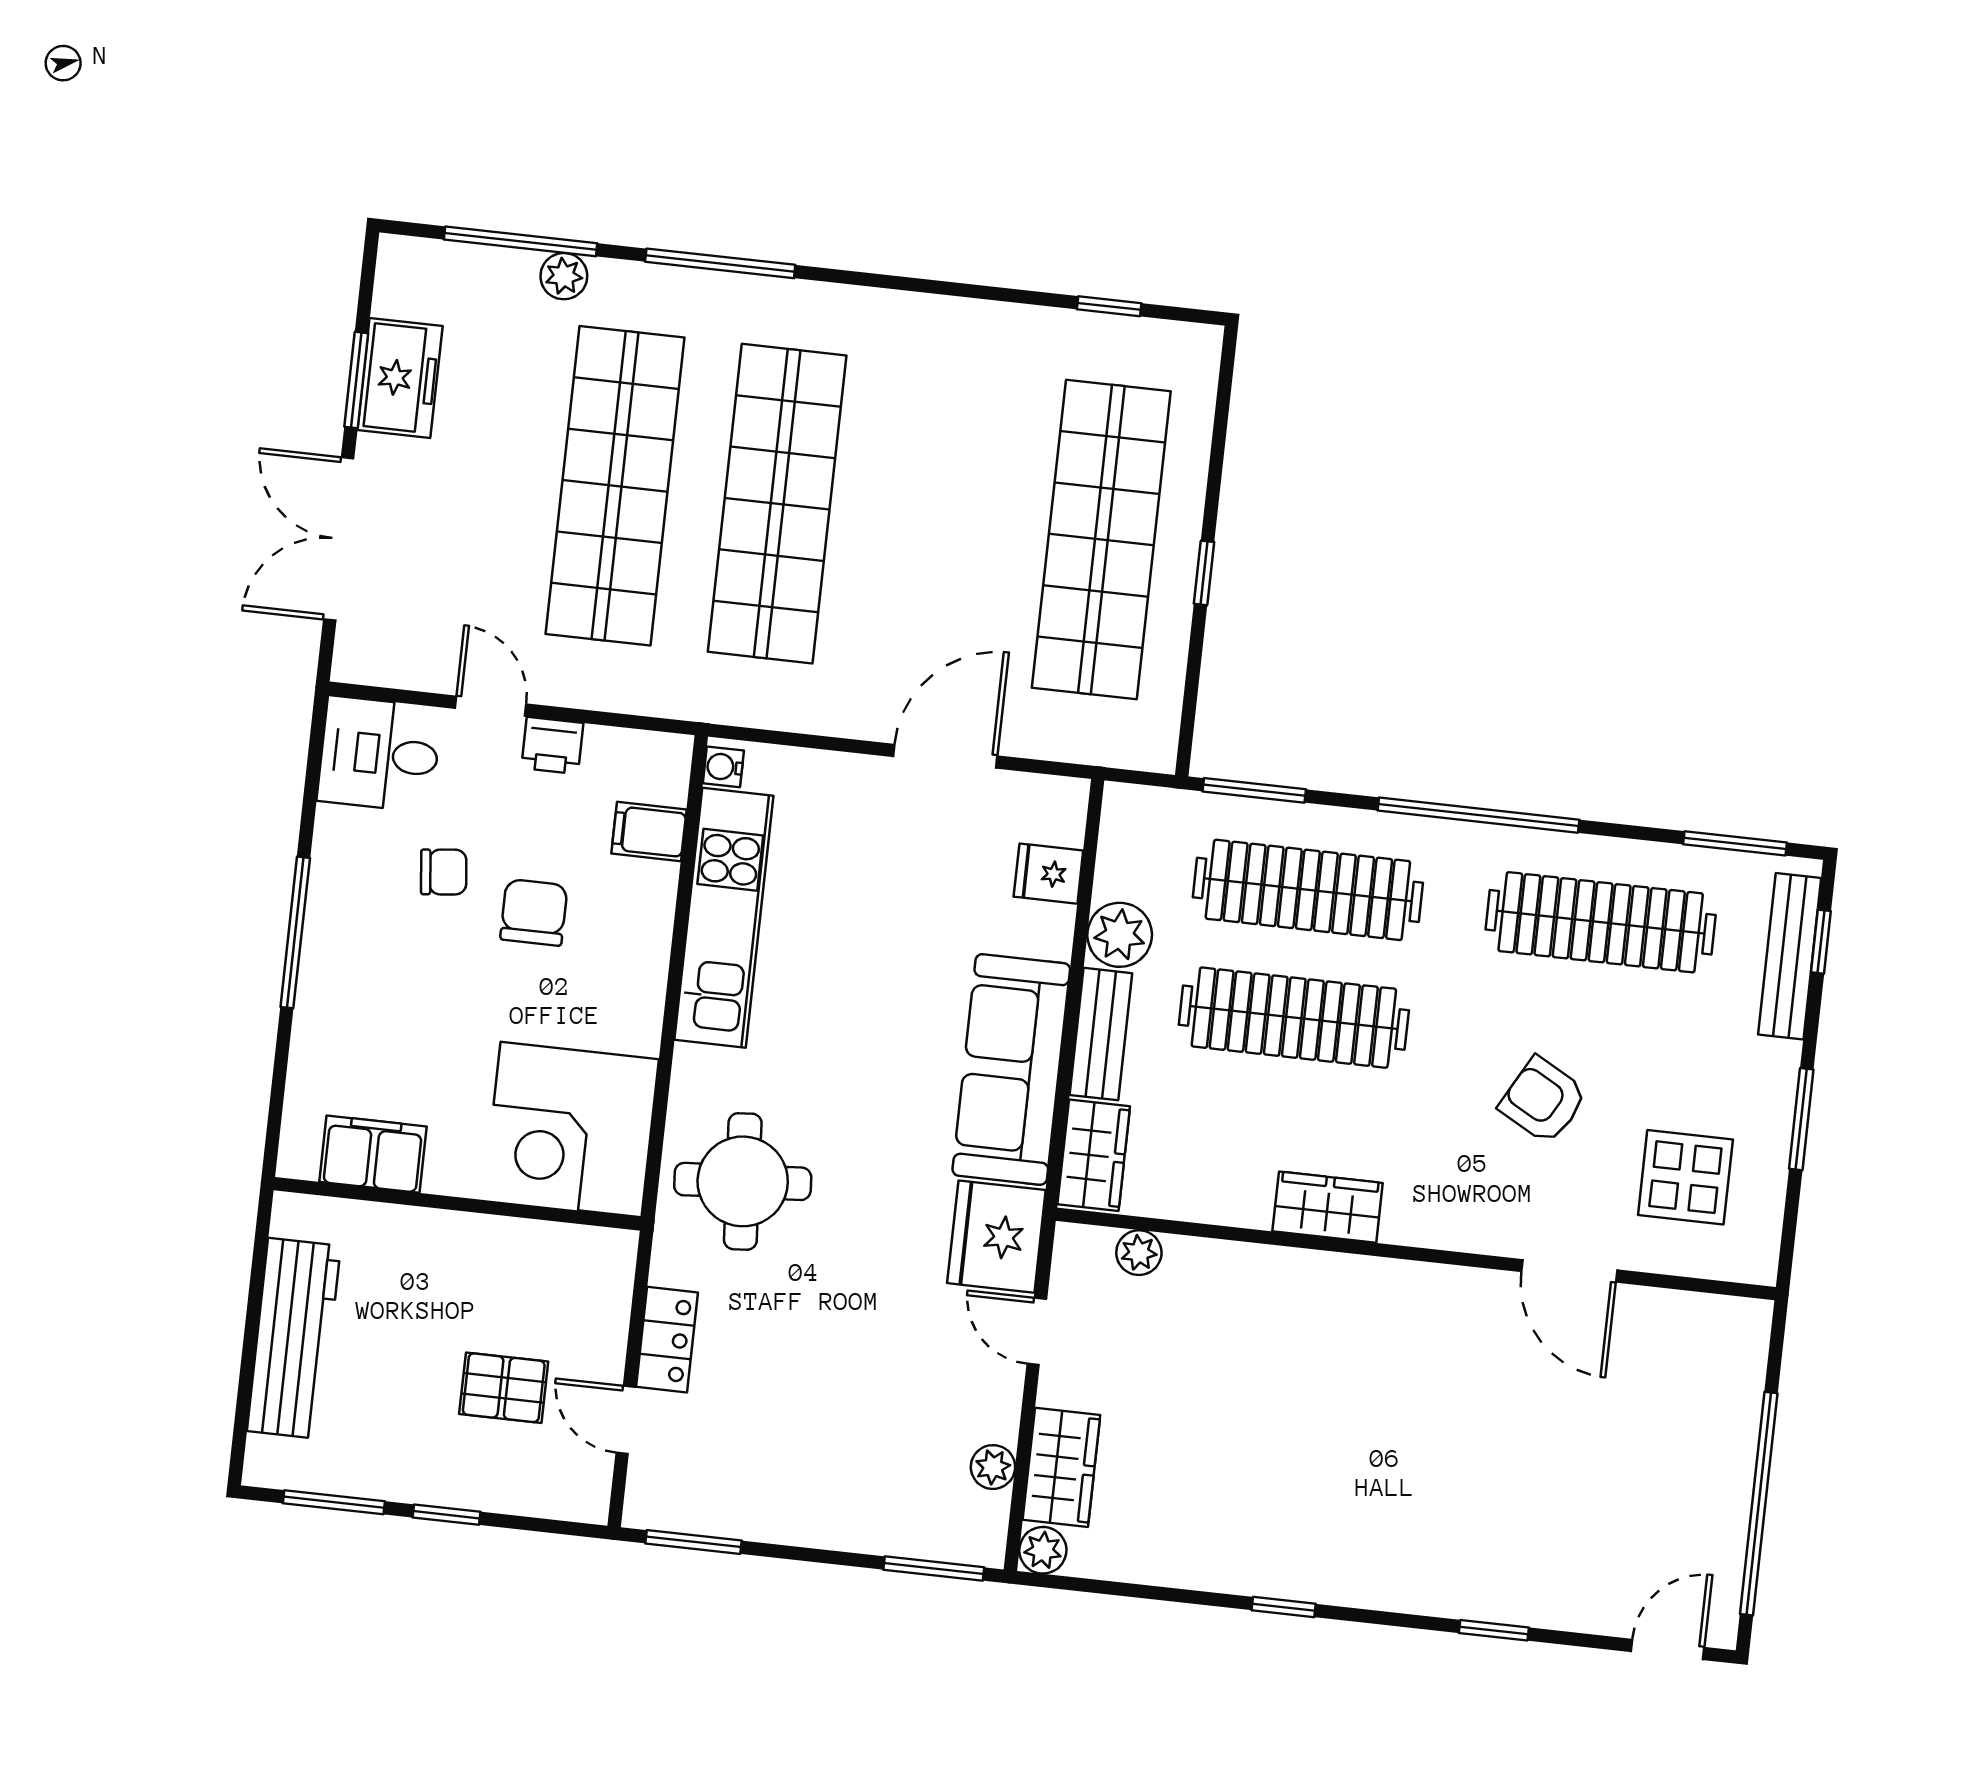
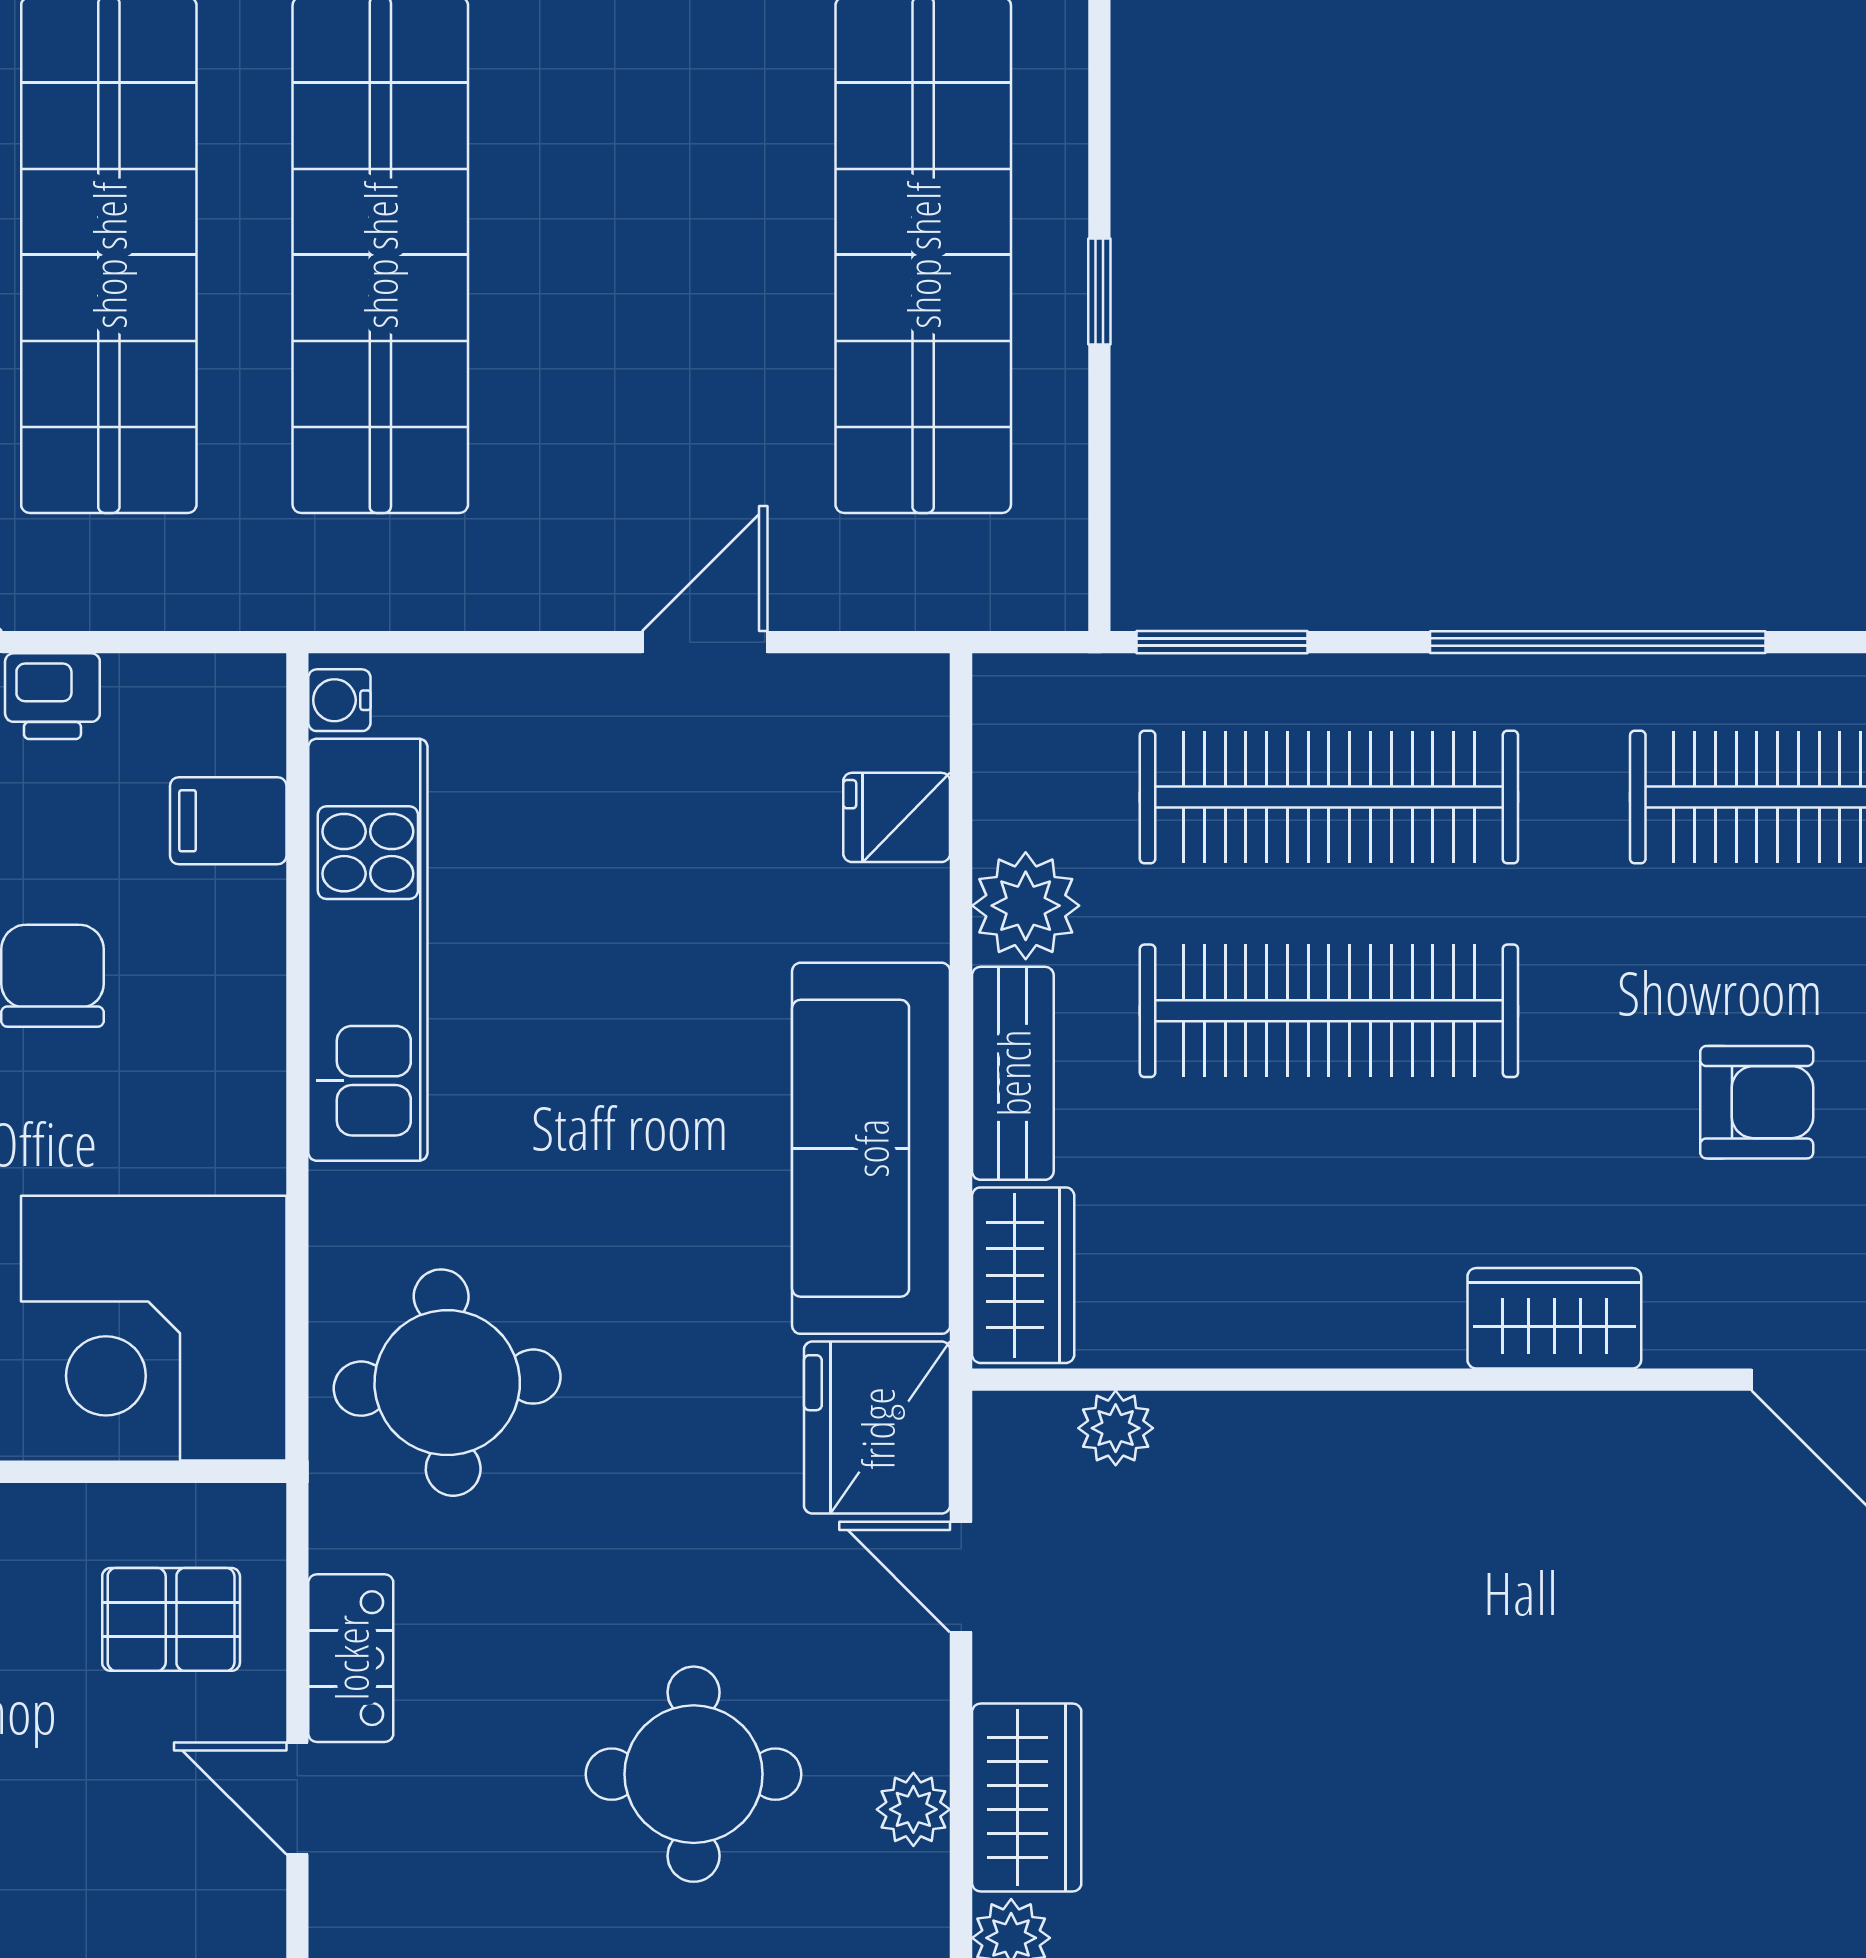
door: (945, 756) -> (705, 642), width x0.73
armchair: (1543, 1100) -> (1757, 1102), turned 151
wardrobe: (1328, 1207) -> (1554, 1318), moved
pallet: (504, 1388) -> (171, 1619), moved
round table: (864, 1431) -> (694, 1774), added

